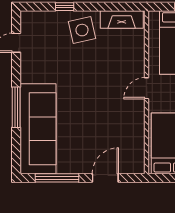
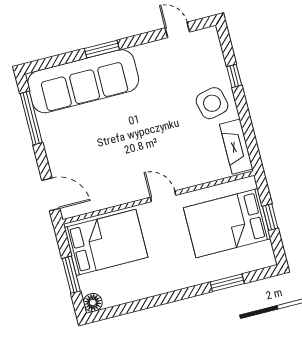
window: (16, 107) -> (102, 49), width x0.69
door: (105, 178) -> (51, 194), moved

